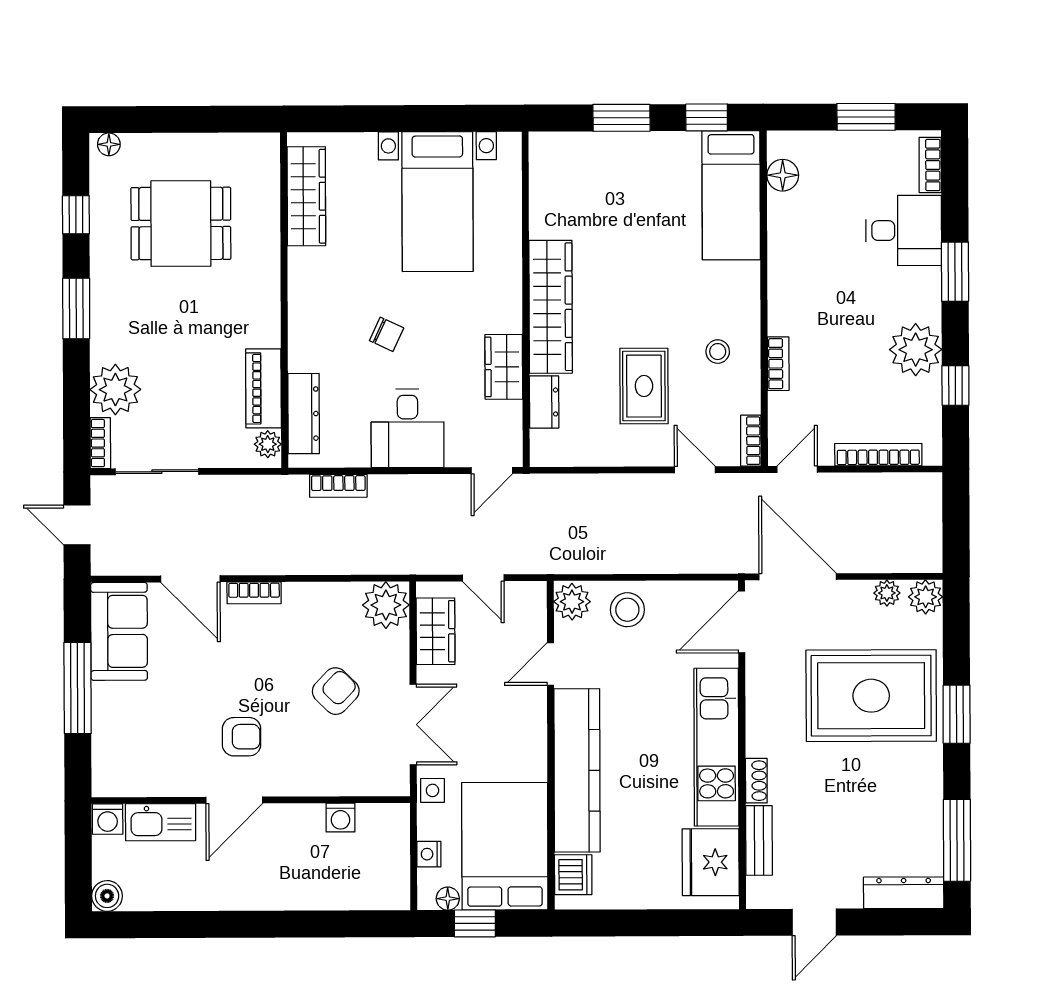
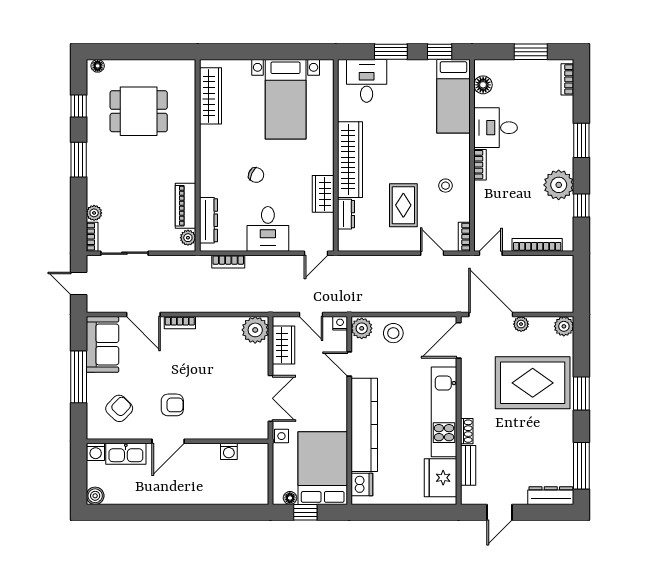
desk: (579, 169) -> (367, 81), added
desk: (904, 230) -> (496, 128), moved, turned 180
bookcase: (778, 364) -> (480, 165), moved
plant: (115, 390) -> (94, 213), width x0.53, depth x0.53
plant: (887, 593) -> (521, 324), moved
door: (550, 664) -> (349, 364), hinge flipped
armchair: (336, 691) -> (119, 408), moved
nightstand: (429, 854) -> (340, 323), moved, turned 90

